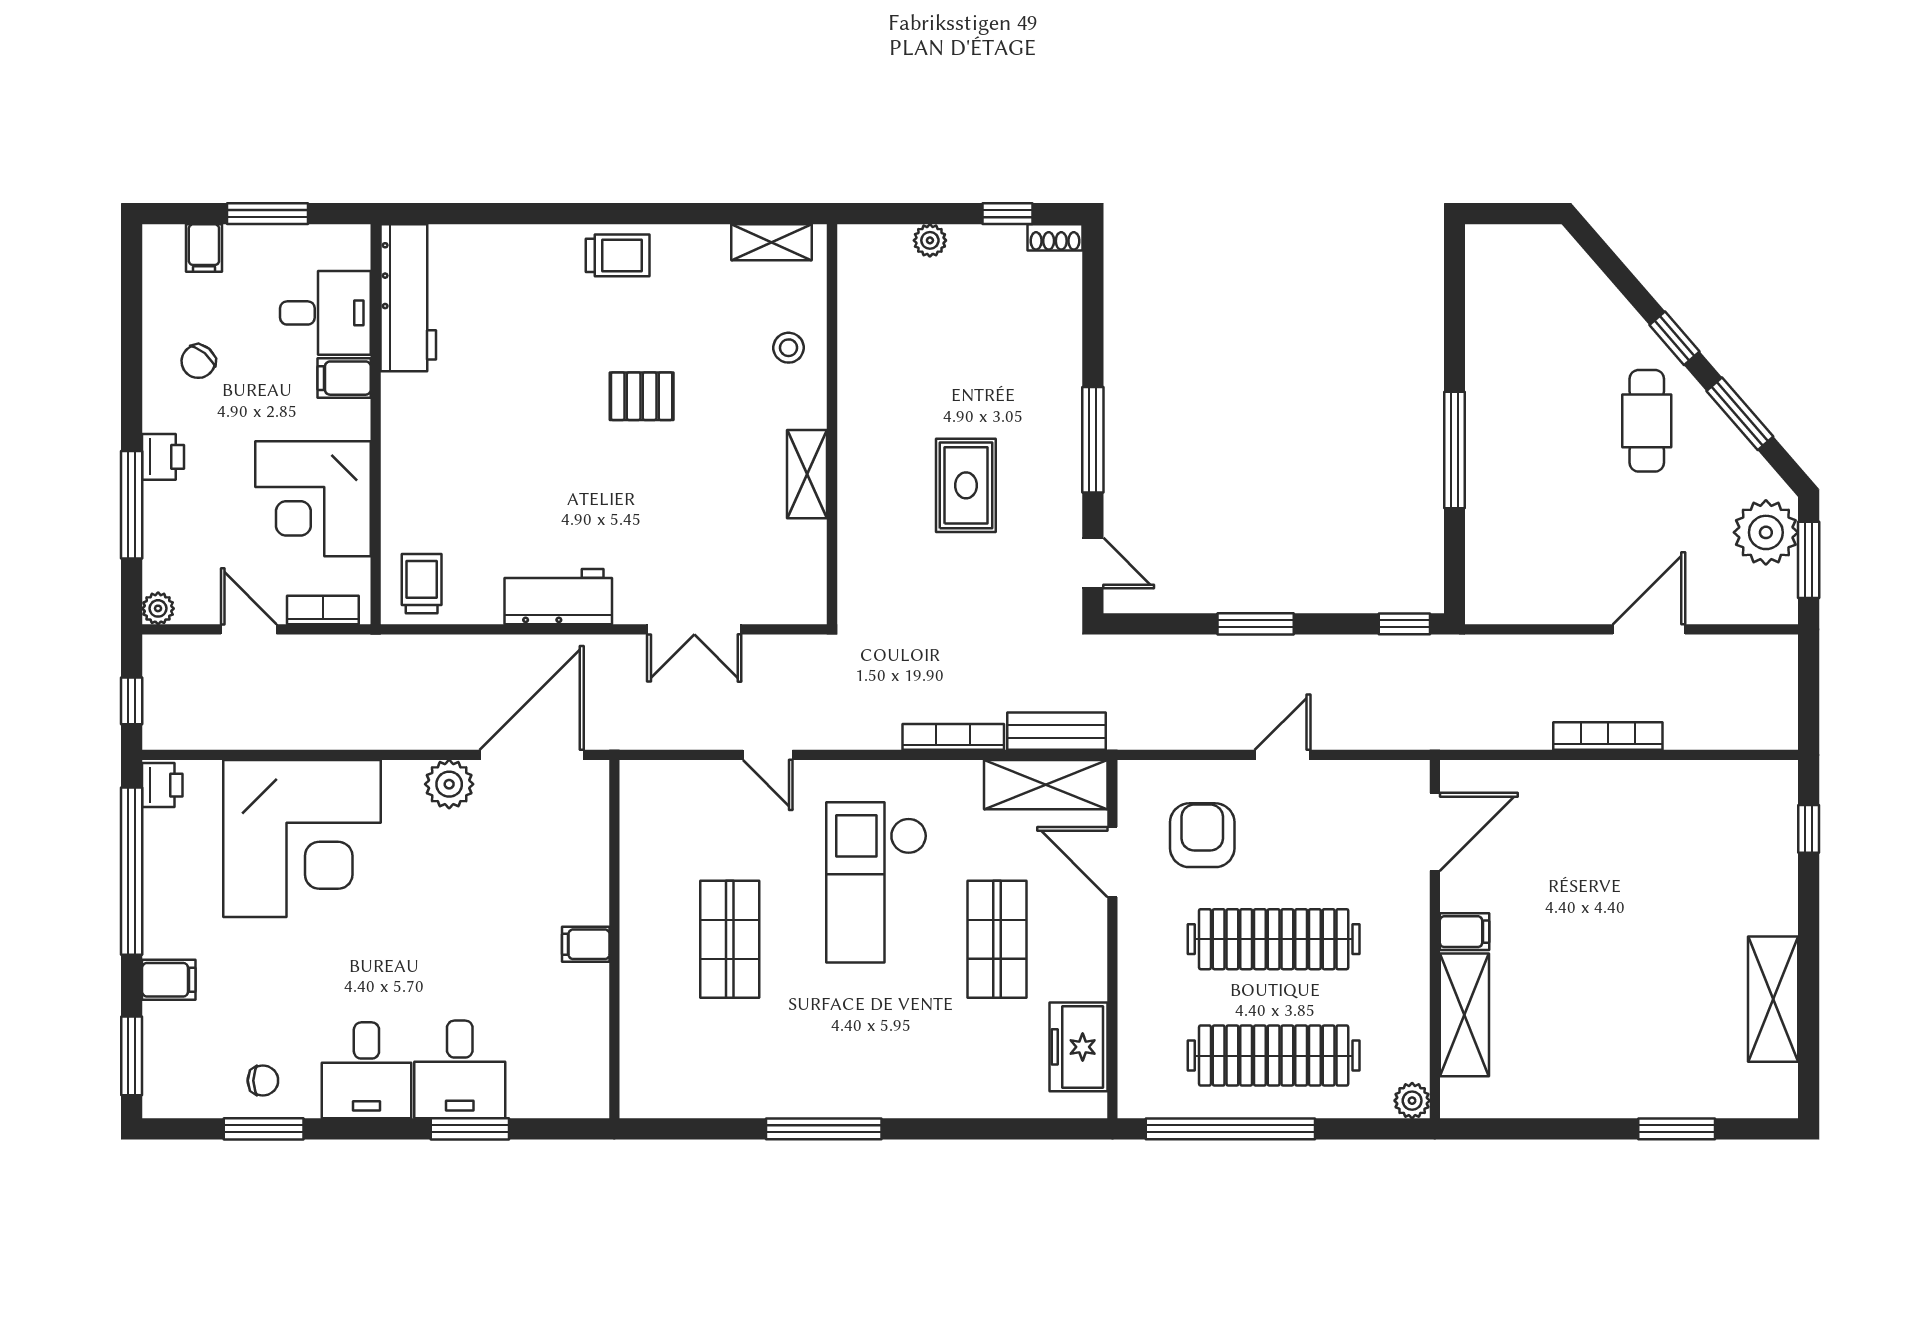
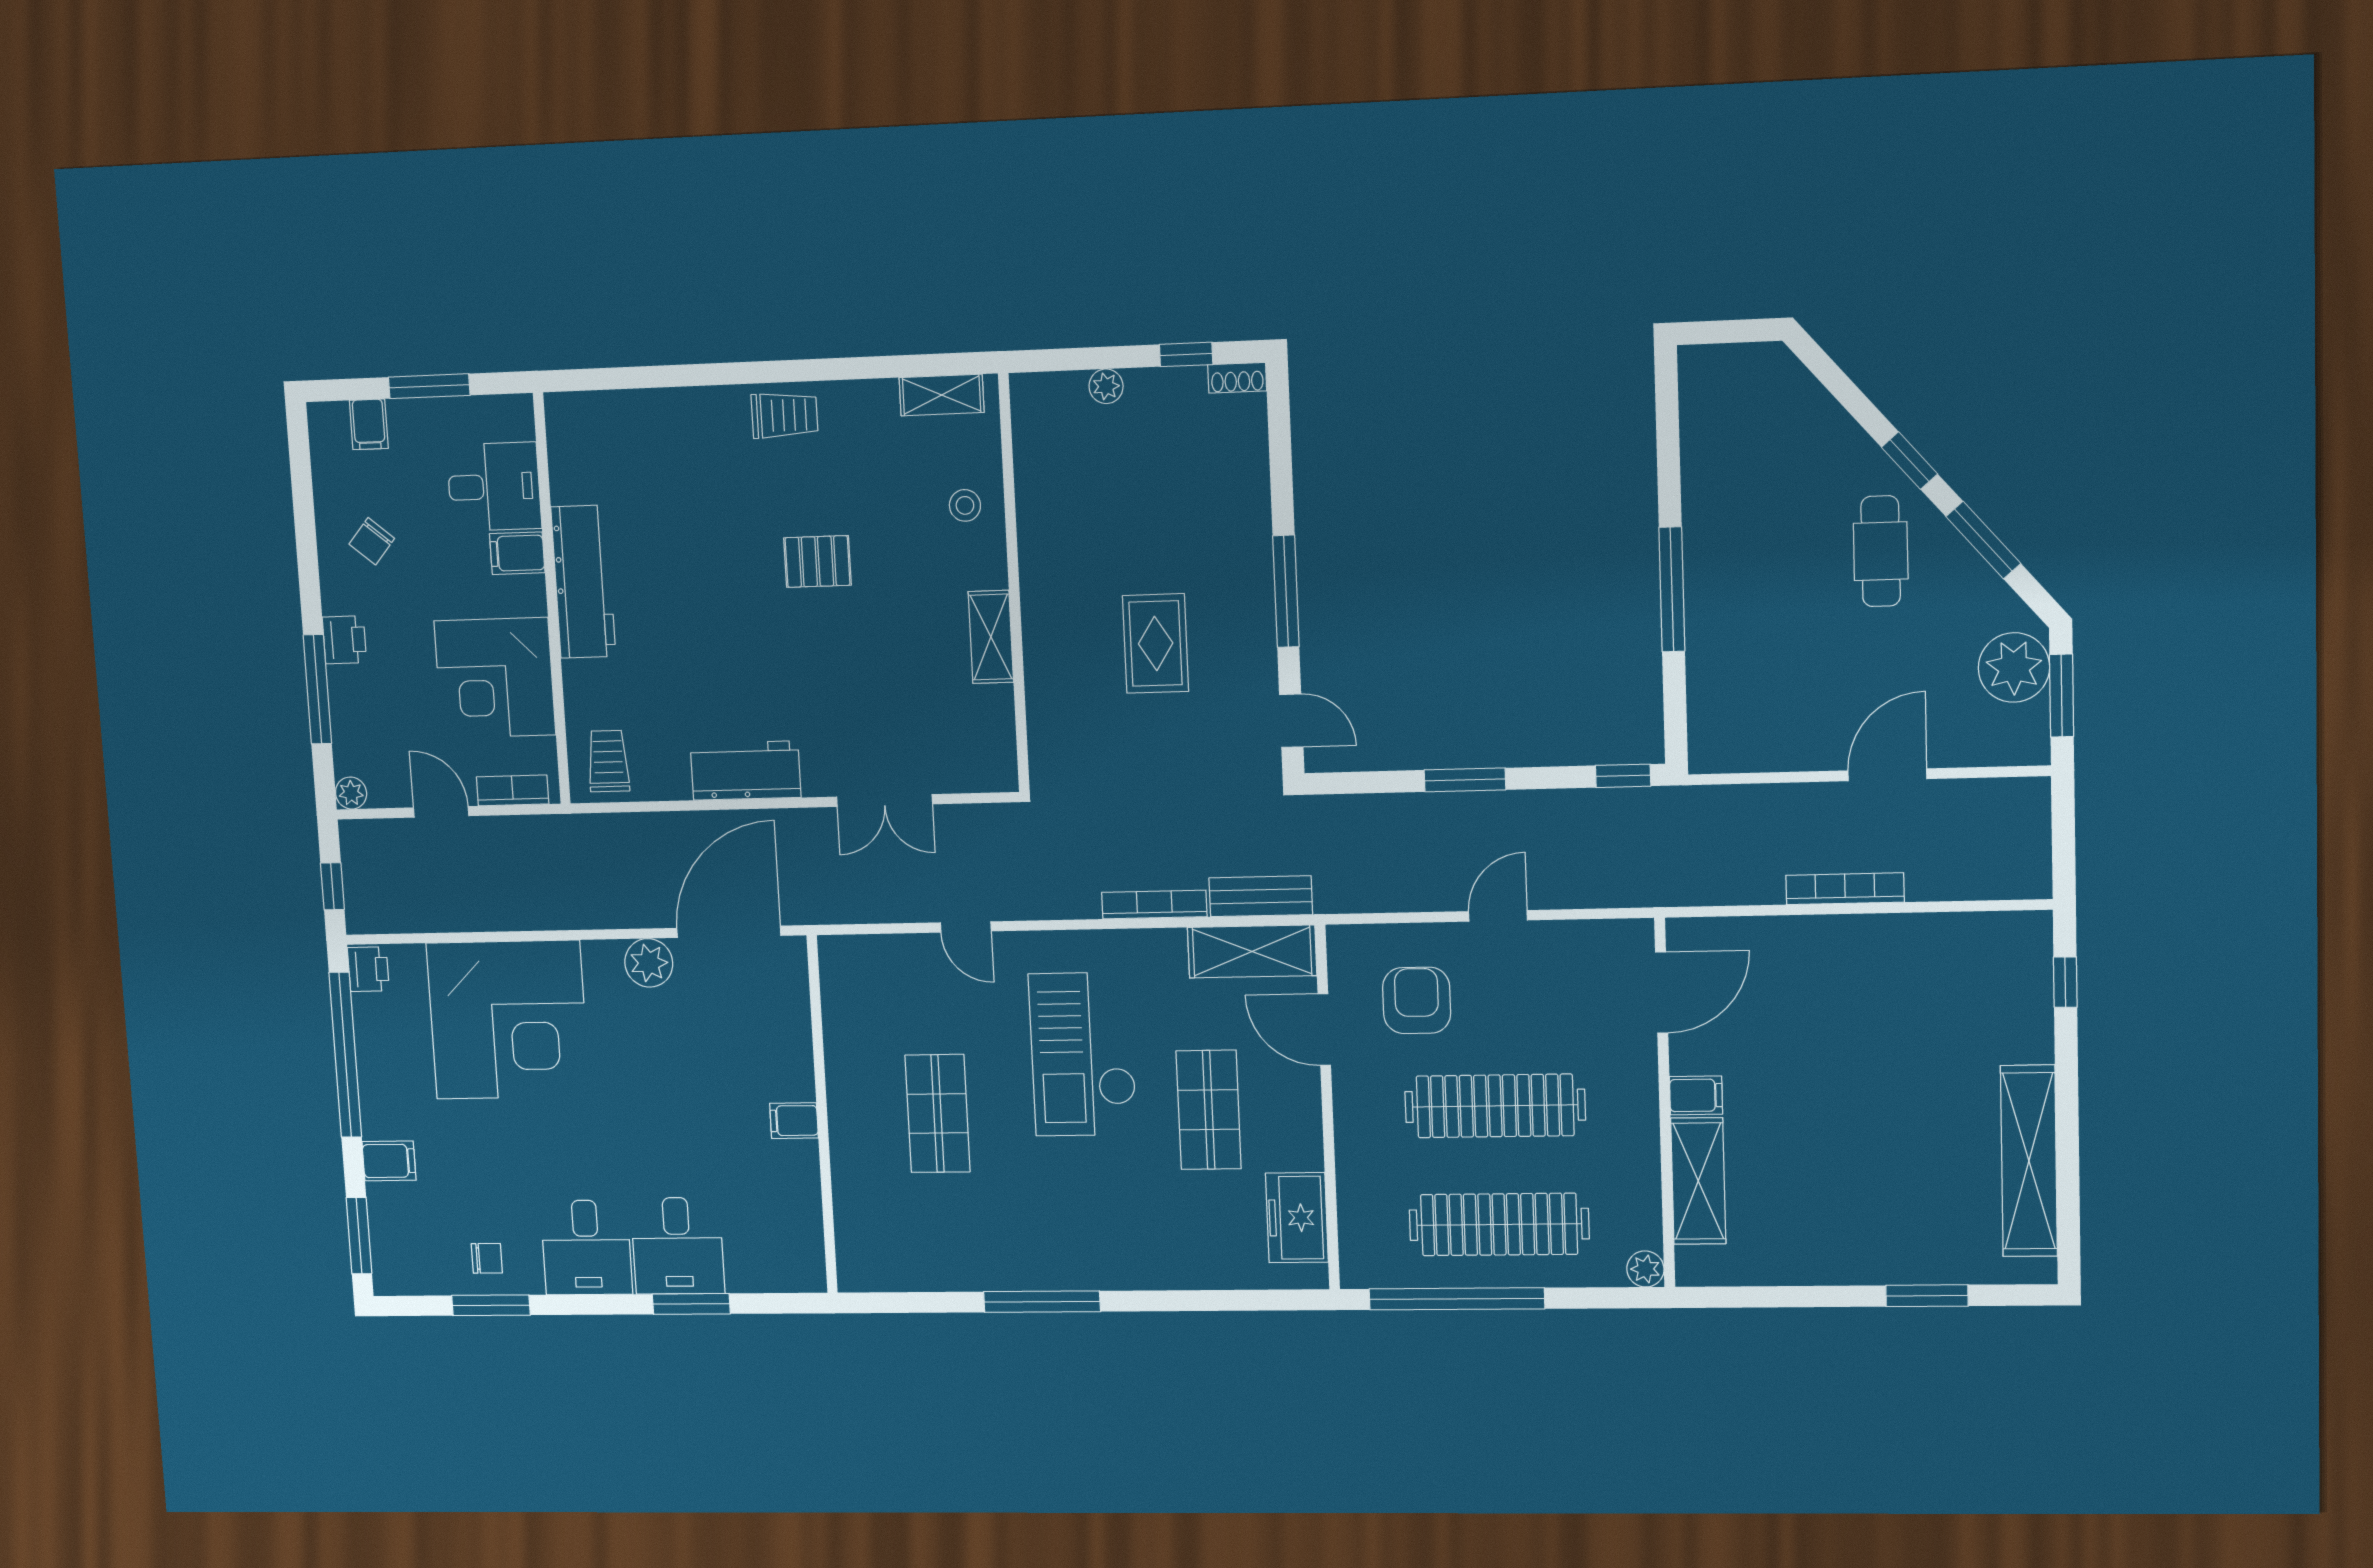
workbench: (408, 298) -> (583, 582), moved
shelving: (1773, 999) -> (2029, 1161), width x1.47

